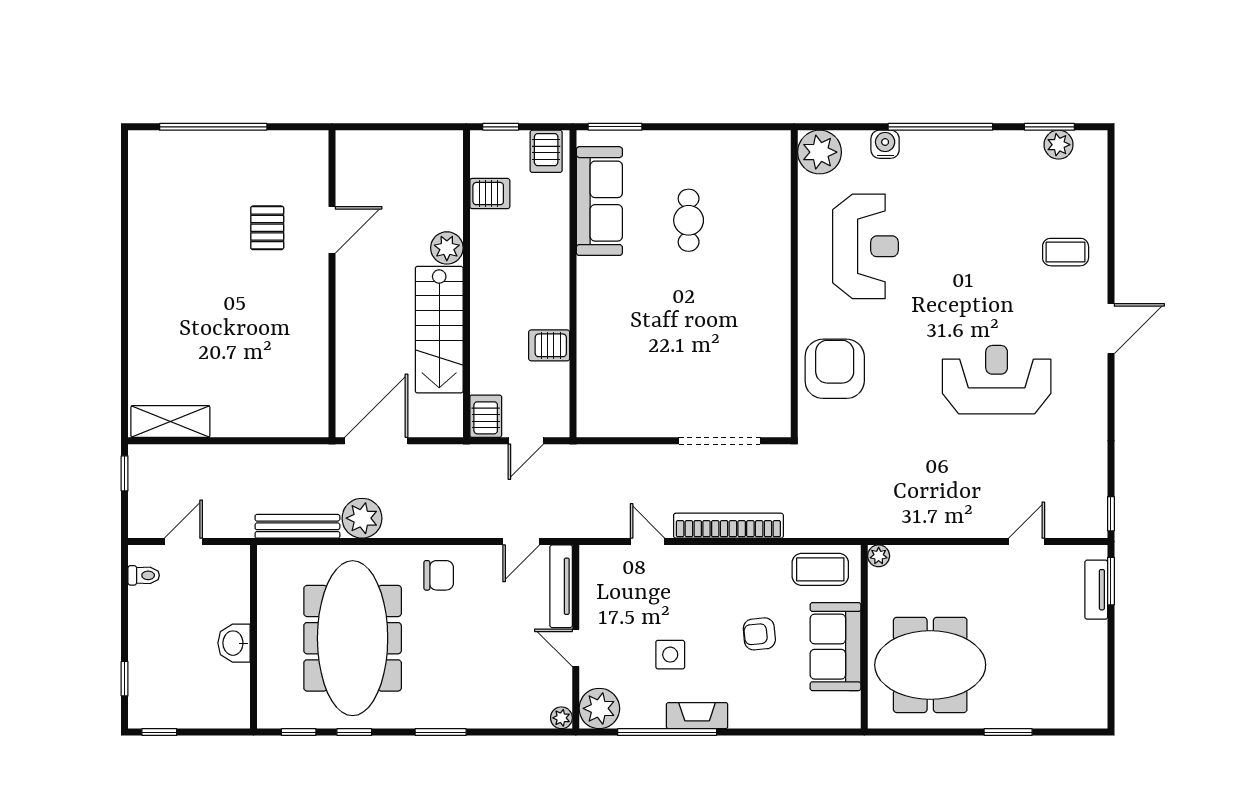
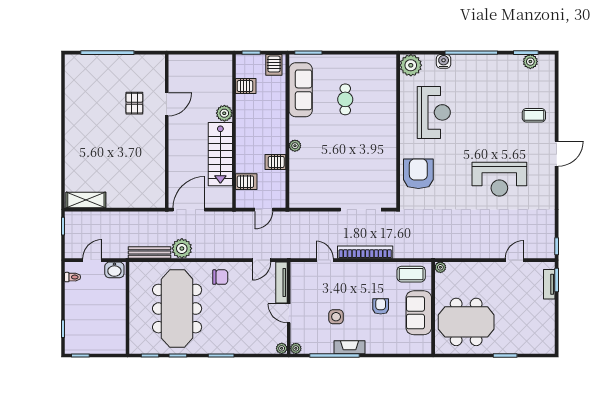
plant: (588, 313) -> (295, 146), added
reception desk: (997, 380) -> (499, 179), turned 180
server rack: (486, 416) -> (246, 182), moved, turned 90
armchair: (759, 634) -> (381, 306), turned 95
washbasin: (234, 643) -> (114, 270), moved, turned -90
plant: (599, 708) -> (296, 348), width x0.53, depth x0.53

